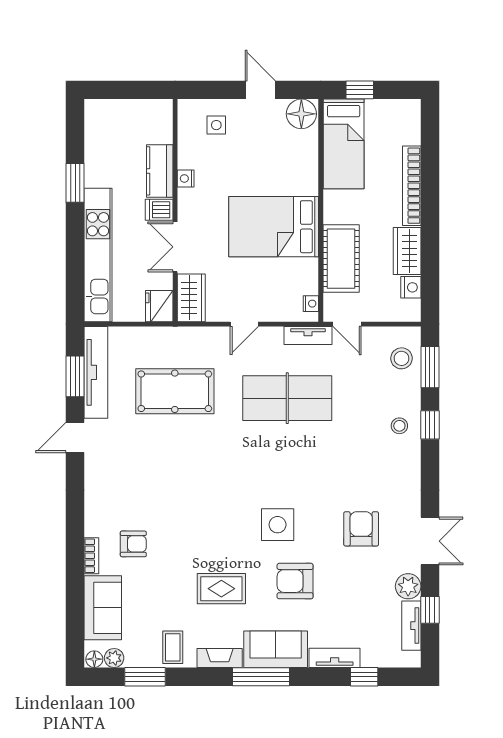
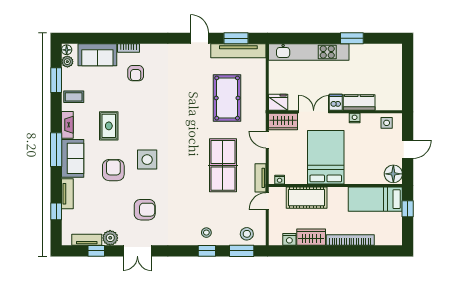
kitchen counter: (160, 171) -> (359, 103), moved
nightstand: (186, 178) -> (355, 118), moved
dishwasher: (159, 210) -> (336, 102), moved
wall: (175, 210) -> (335, 112), moved
double door: (175, 247) -> (314, 112), moved
wardrobe: (191, 298) -> (283, 122), moved
fridge: (159, 306) -> (278, 102), moved

